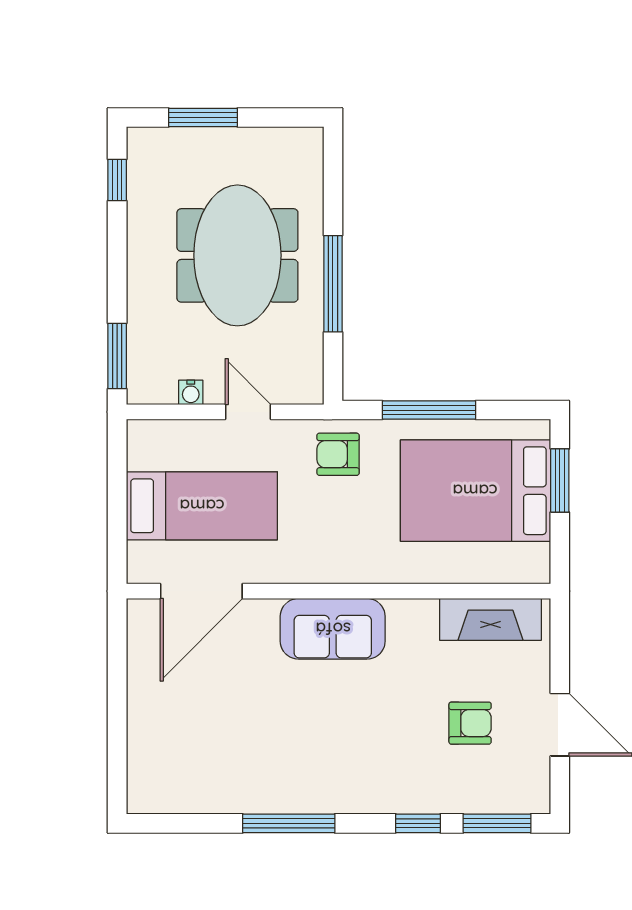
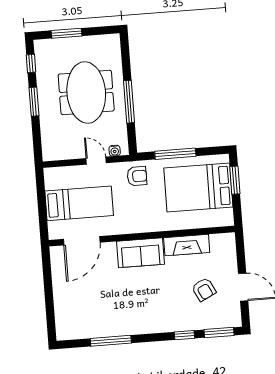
window: (117, 356) -> (34, 102), moved
water cooler: (191, 392) -> (115, 151), moved
armchair: (338, 454) -> (137, 176), turned 180
fireplace: (490, 619) -> (187, 245), moved
armchair: (470, 723) -> (204, 289), turned 63
window: (289, 823) -> (111, 341), moved

